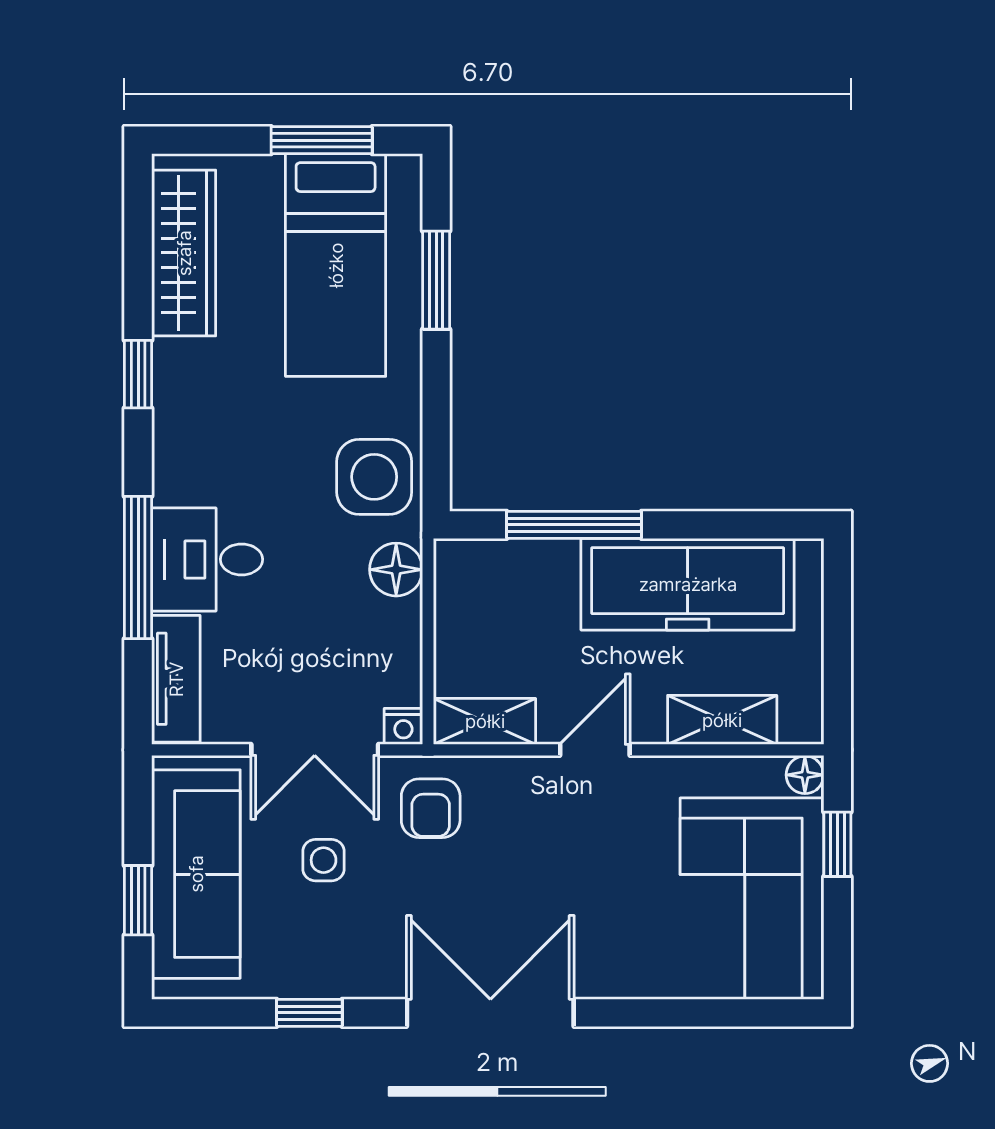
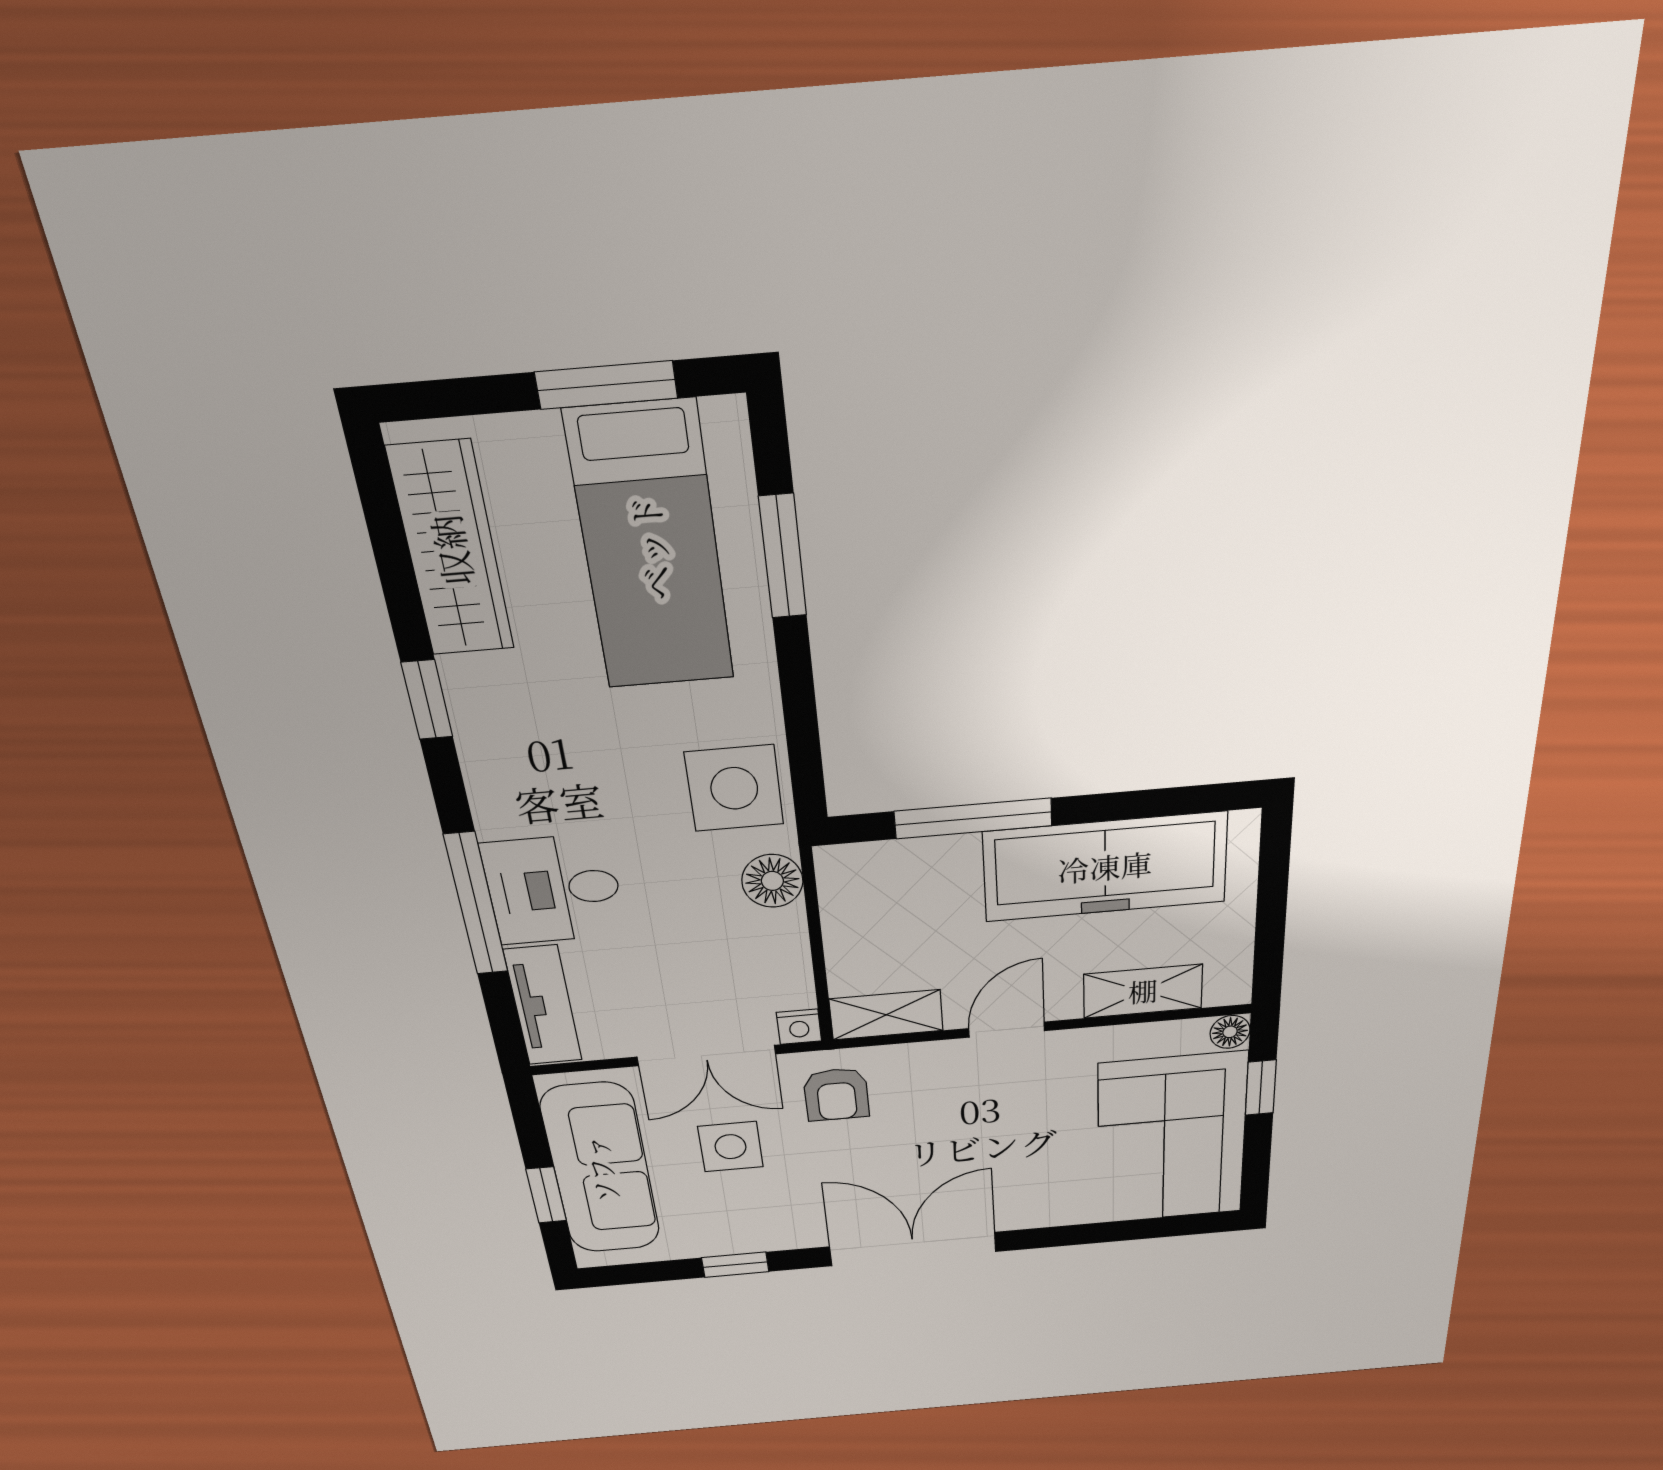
side table: (324, 860) -> (730, 1147), width x1.37, depth x1.37

